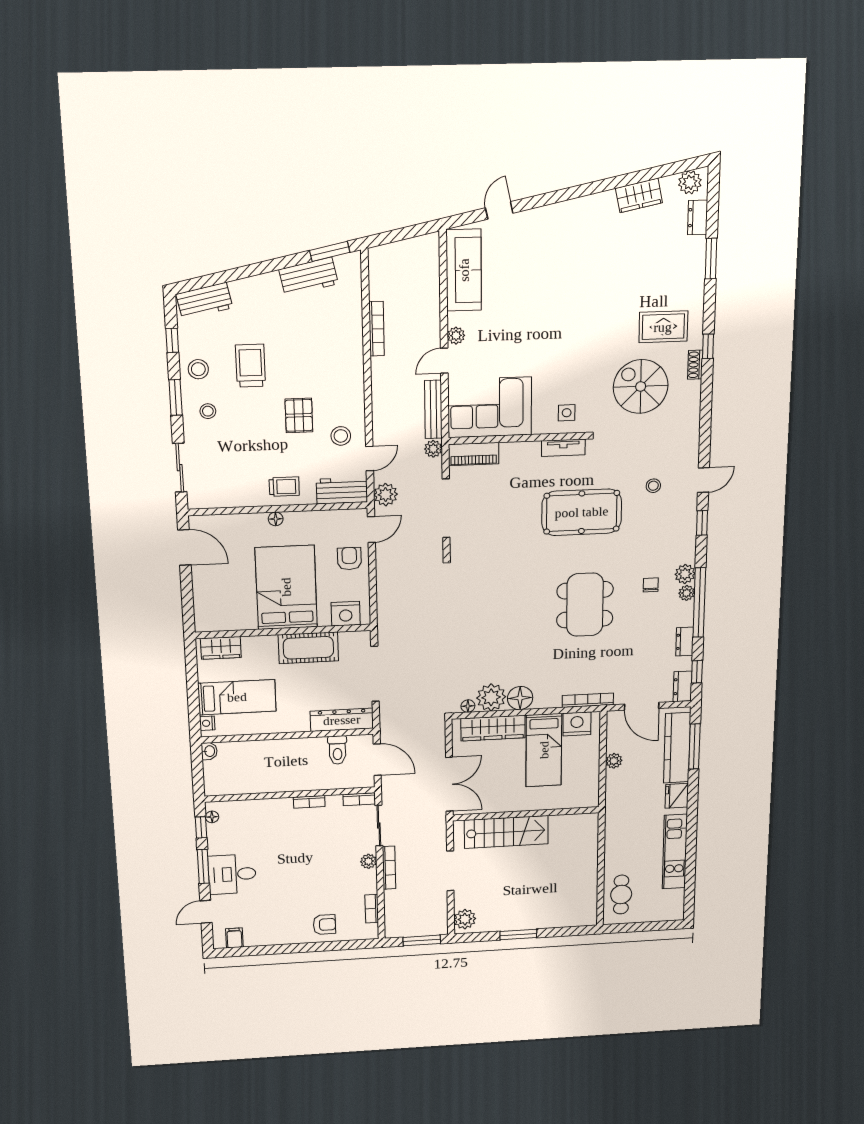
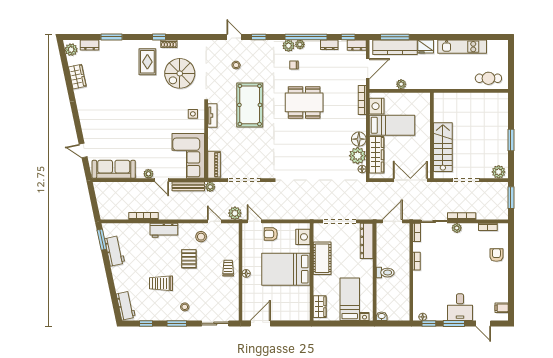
stool: (198, 369) -> (162, 311), removed
pallet: (299, 415) -> (189, 259), turned 90
workbench: (342, 491) -> (164, 230), moved, turned -90
toilet: (337, 750) -> (385, 273), moved

